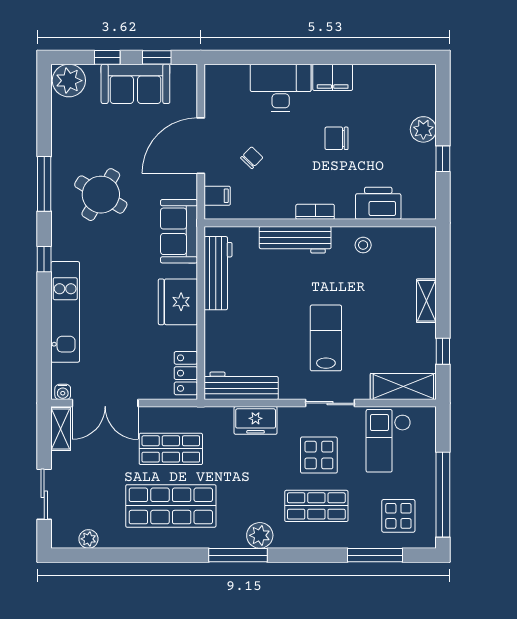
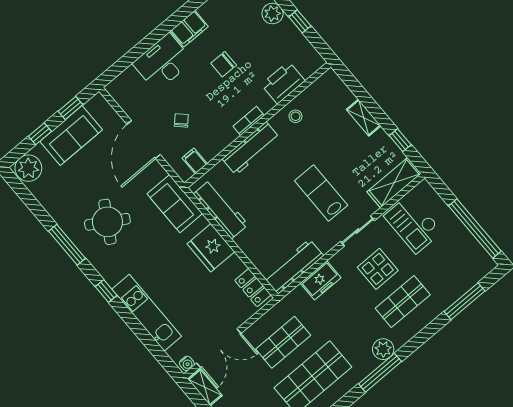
filing cabinet: (217, 196) -> (195, 161), moved, turned -90
display table: (398, 516) -> (458, 265), removed

